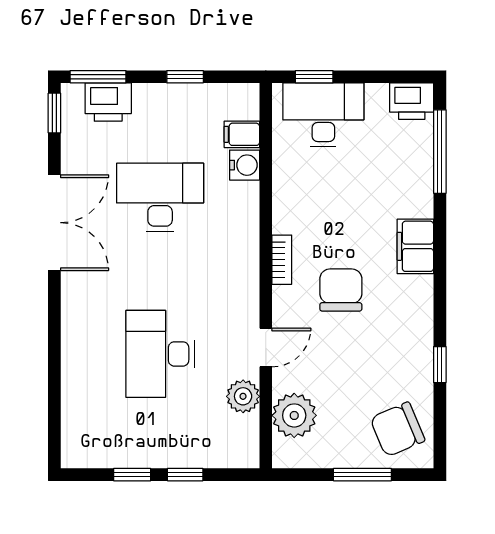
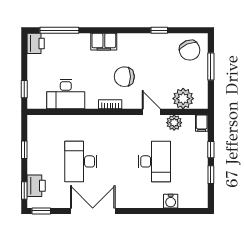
window: (98, 77) -> (24, 191), width x0.67
desk: (323, 115) -> (66, 94), moved, turned -90
filing cabinet: (242, 134) -> (202, 123), moved
water cooler: (245, 165) -> (171, 201), moved, turned 180
desk: (160, 354) -> (154, 161), turned -90

